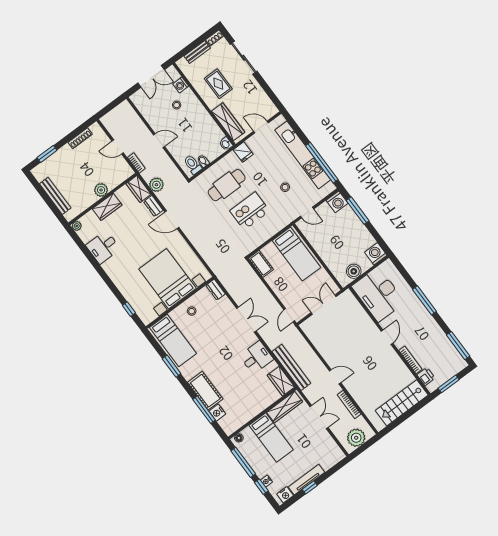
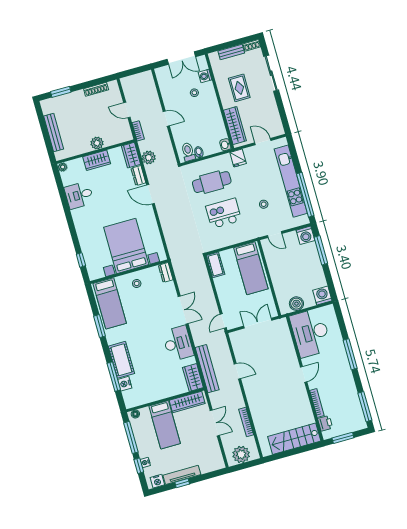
desk: (256, 357) -> (178, 343), width x1.37
door: (335, 377) -> (237, 371), moved

